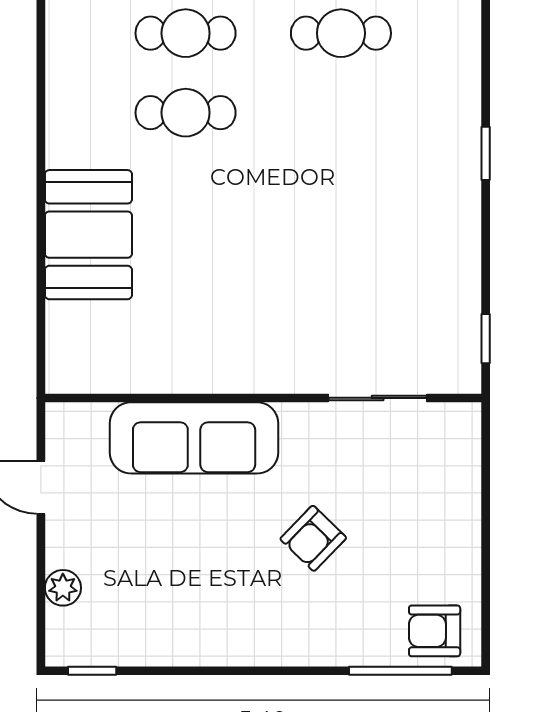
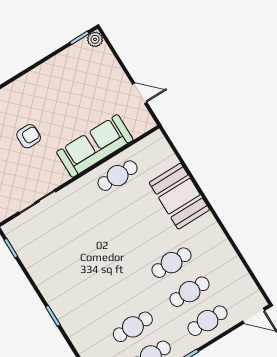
cafe table: (186, 351) -> (118, 176), added
armchair: (313, 538) -> (29, 136), turned 46
plant: (63, 588) -> (95, 39), moved

